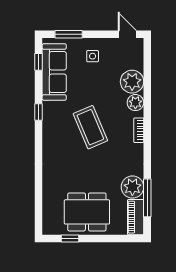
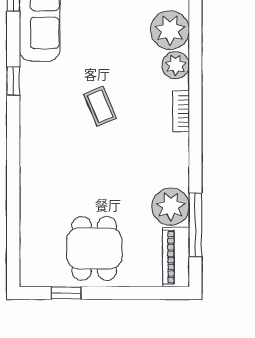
coffee table: (90, 127) -> (100, 106), width x0.54, depth x0.58
dining table: (87, 212) -> (94, 248), width x0.73

